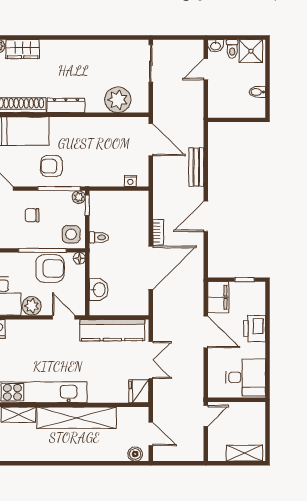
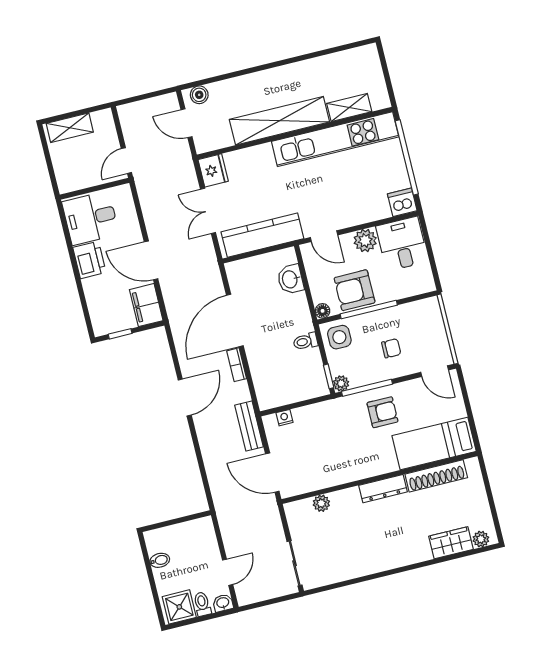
plant: (118, 100) -> (321, 503), width x0.53, depth x0.53
bench: (196, 167) -> (249, 426), moved
printer: (255, 329) -> (89, 260), moved

